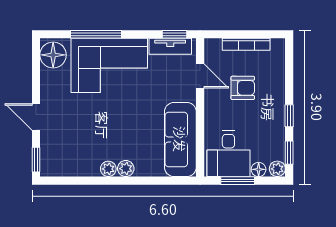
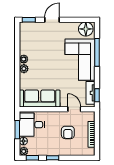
door: (200, 76) -> (74, 109), swing flipped

